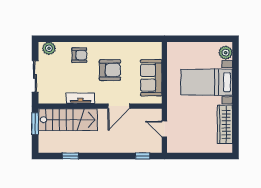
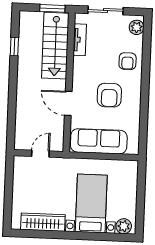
sofa: (151, 78) -> (99, 141), width x1.36
tv unit: (81, 98) -> (80, 40), moved
window: (143, 156) -> (11, 128), removed

